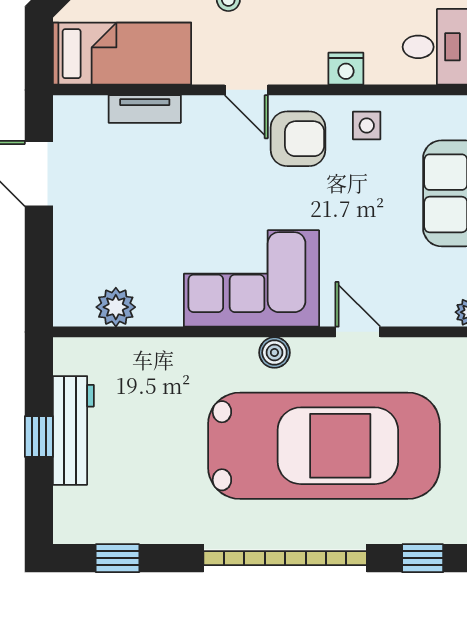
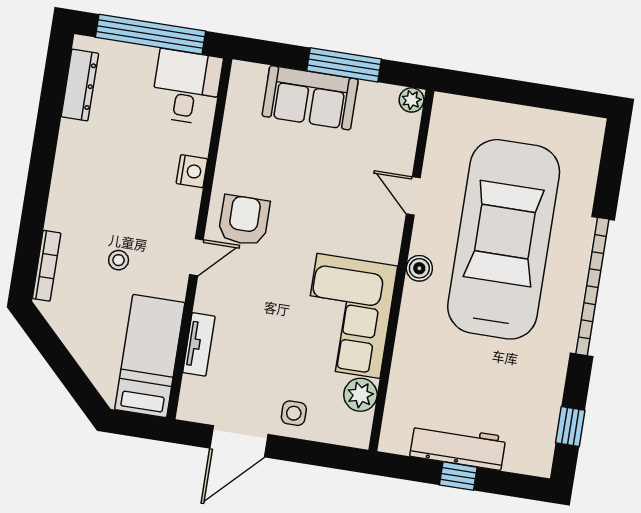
side table: (367, 126) -> (294, 413), moved
corner sofa: (251, 278) -> (348, 316), moved
door: (358, 332) -> (413, 196), hinge flipped
window: (423, 558) -> (611, 172), removed

